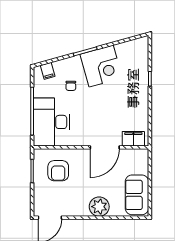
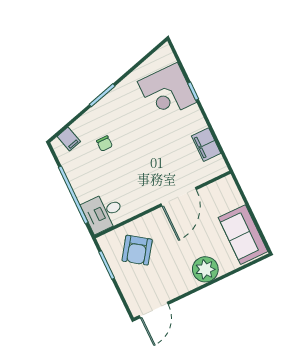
corner desk: (101, 66) -> (167, 92), moved, turned 105
desk: (51, 122) -> (103, 212), width x0.53, depth x0.77
filing cabinet: (133, 139) -> (206, 145), moved, turned -90
armchair: (58, 171) -> (137, 250), turned 35

